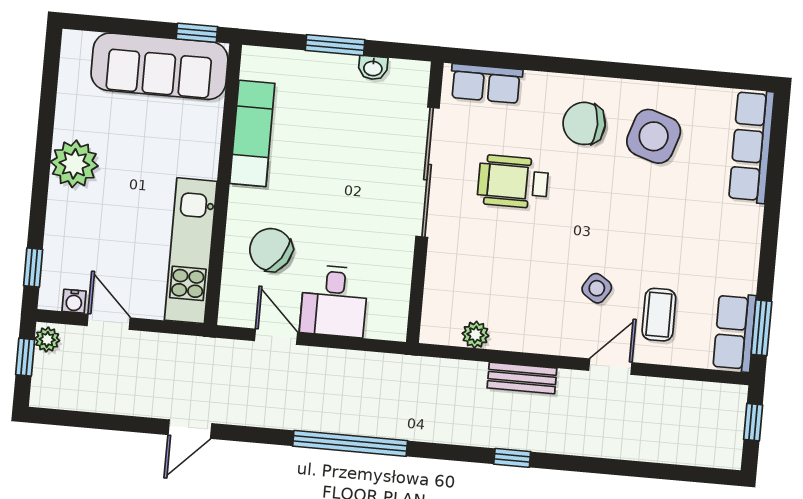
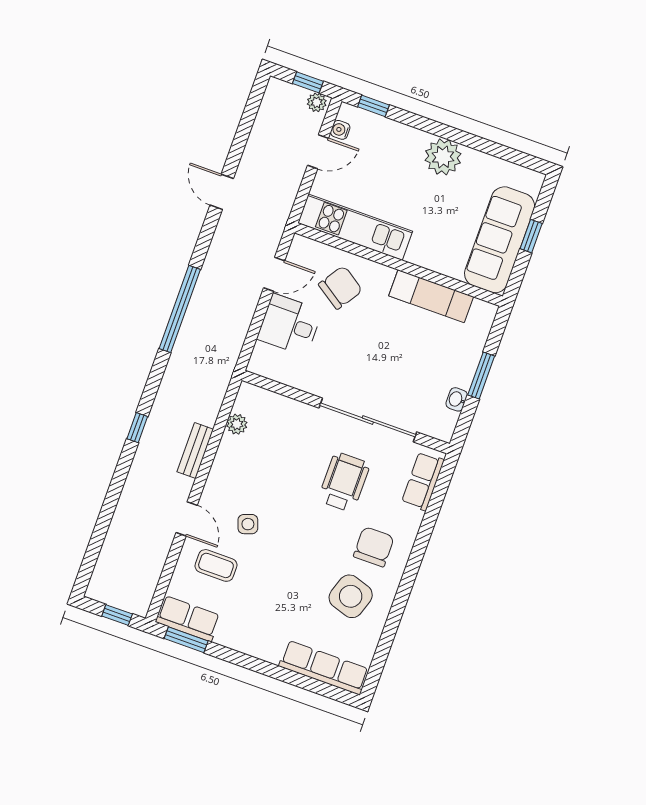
window: (197, 33) -> (531, 236), moved
side table: (597, 288) -> (248, 524), turned 38

